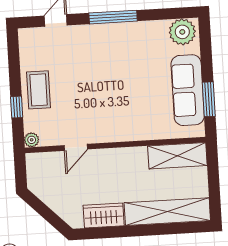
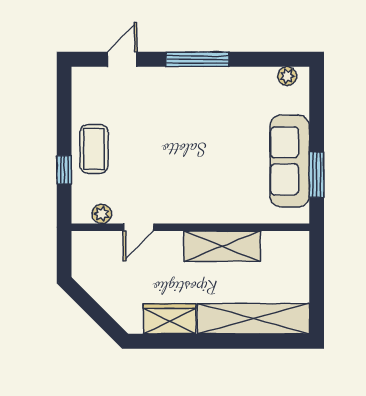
plant: (182, 32) -> (287, 76), width x0.53, depth x0.53
plant: (32, 140) -> (102, 214), moved
shelving: (177, 156) -> (222, 246), moved

